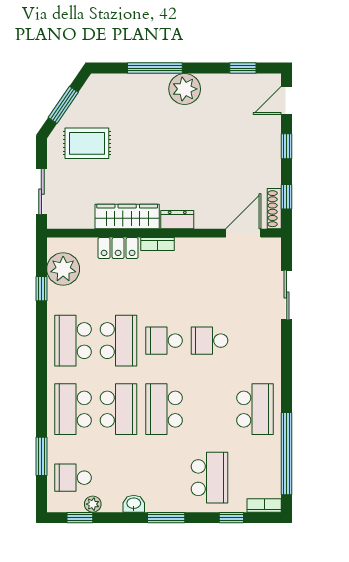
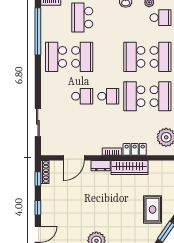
rug: (87, 143) -> (153, 209), turned 90
door: (243, 233) -> (74, 158), moved
school desk: (164, 409) -> (82, 57), moved

